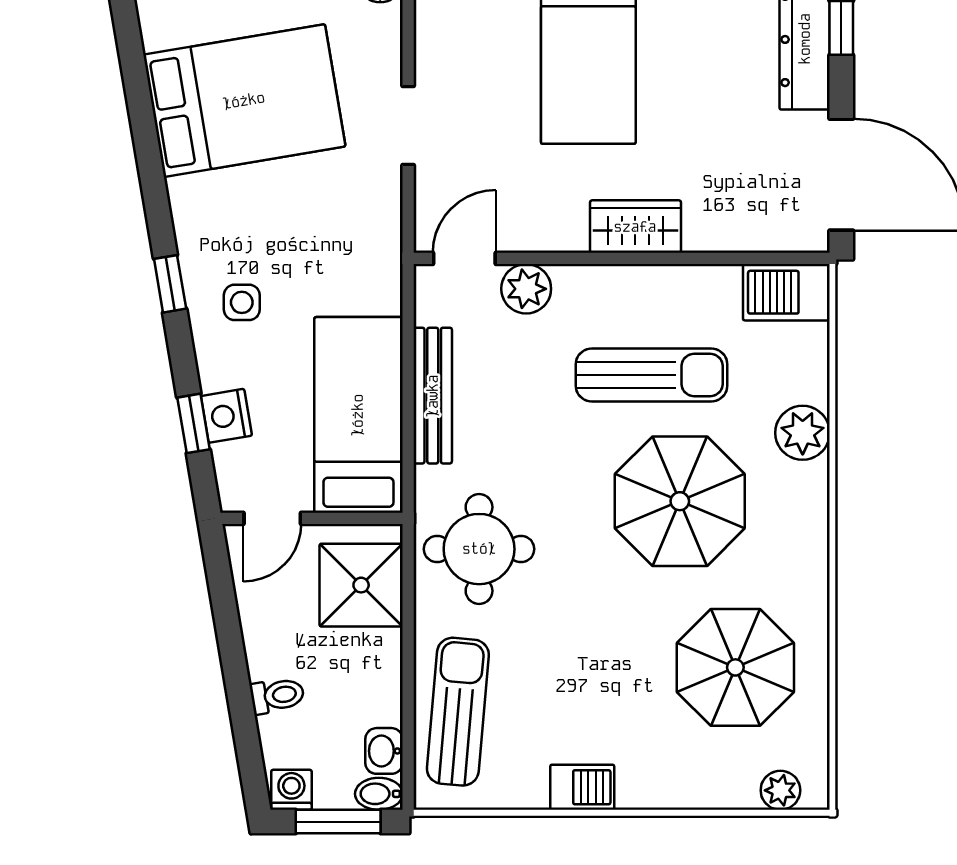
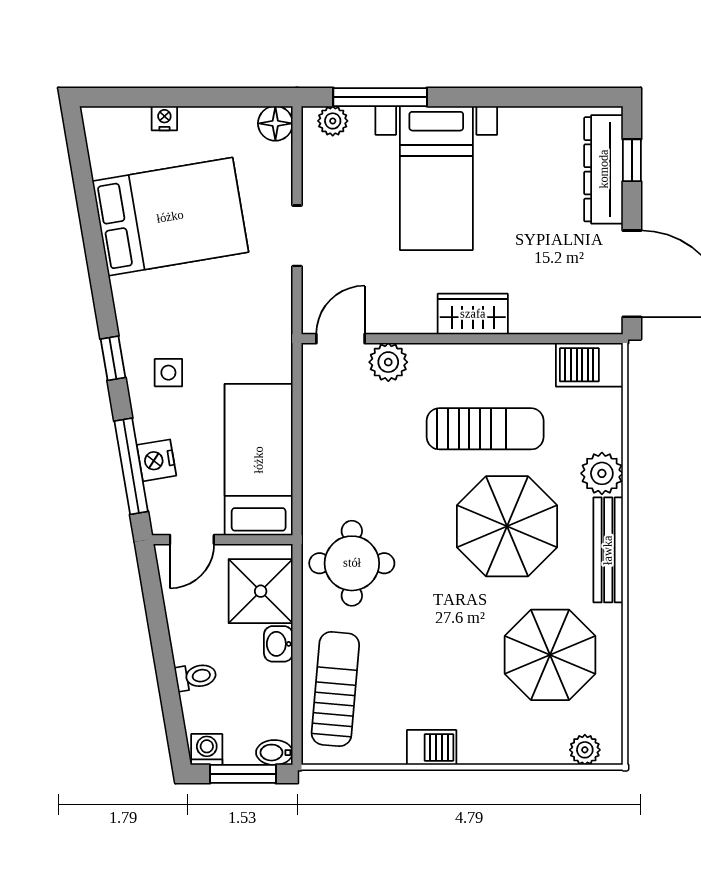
bench: (433, 396) -> (608, 550), moved
window: (194, 423) -> (131, 466), width x2.17
washbasin: (384, 751) -> (278, 644), moved

